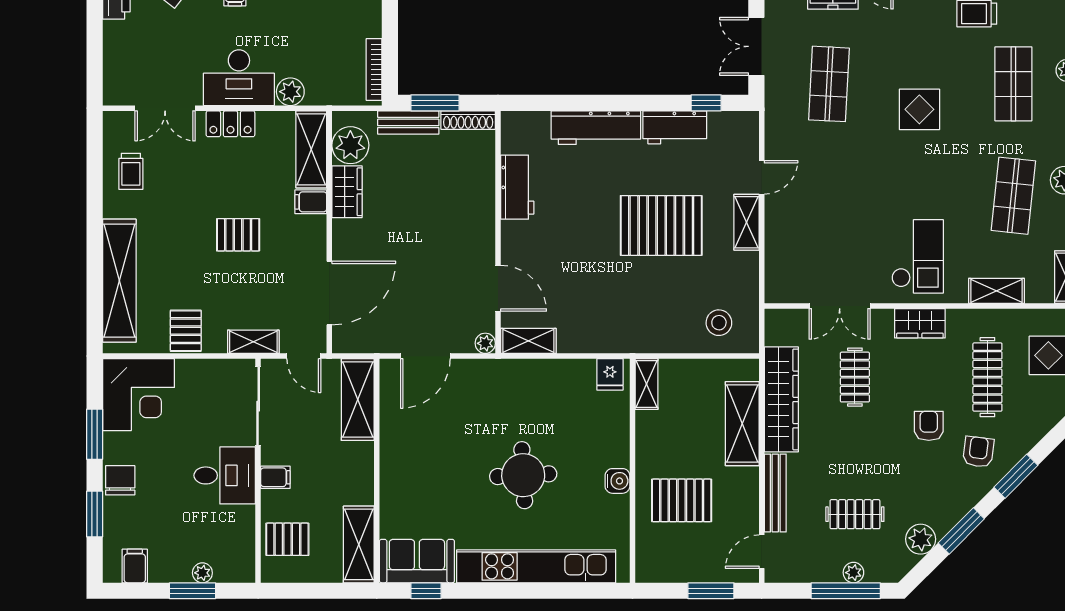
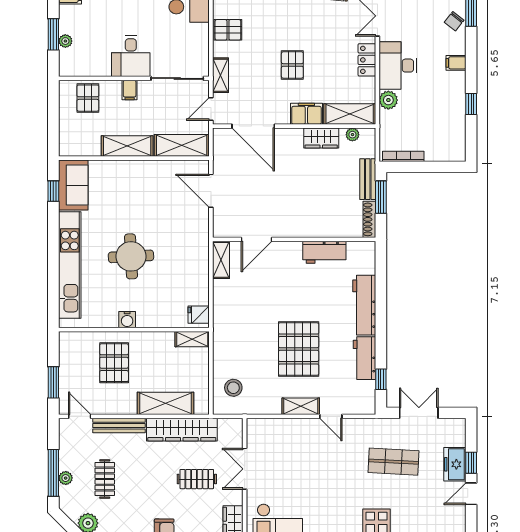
plant: (350, 145) -> (352, 135), width x0.53, depth x0.53
filing cabinet: (311, 202) -> (306, 114), width x2.00
plant: (485, 343) -> (220, 231), removed
shelving: (359, 544) -> (127, 146), moved

